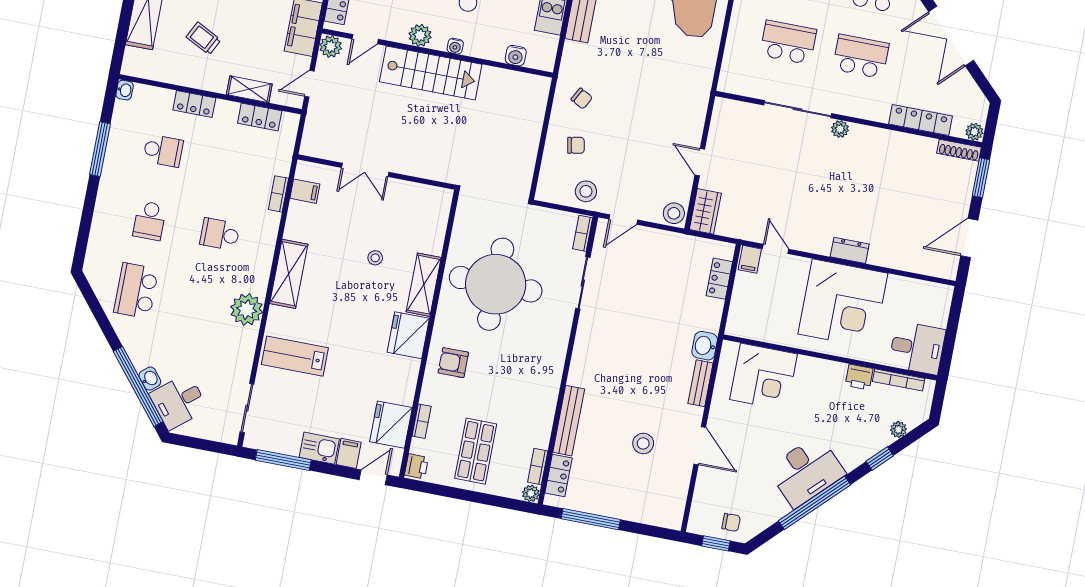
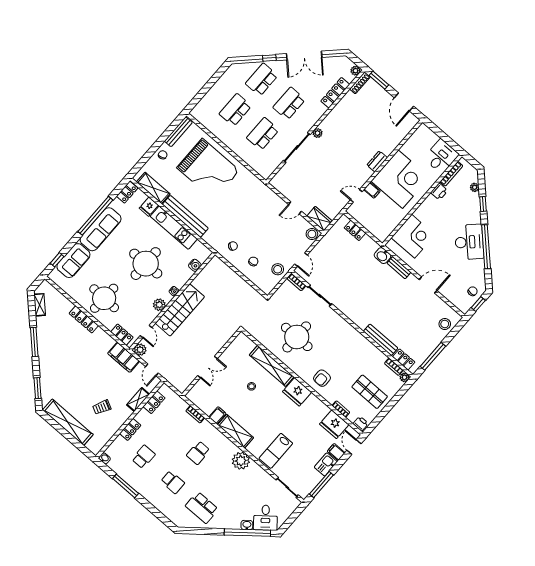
filing cabinet: (305, 191) -> (217, 415), moved
filing cabinet: (750, 259) -> (372, 190), moved
round table: (496, 284) -> (297, 337), width x0.73, depth x0.73
shelving: (424, 285) -> (272, 366), width x1.47
stool: (643, 443) -> (445, 324), moved

